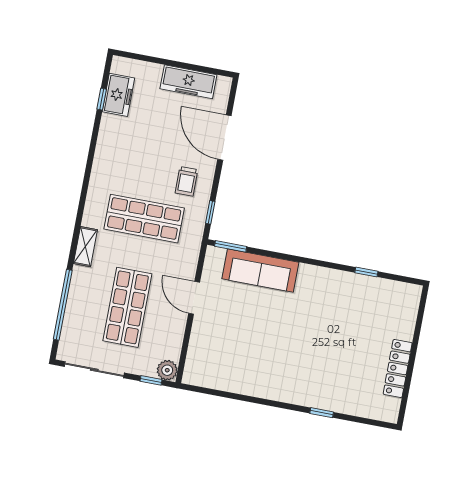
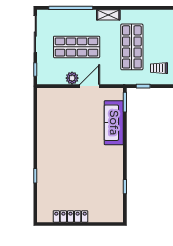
plant: (167, 370) -> (72, 78), moved

